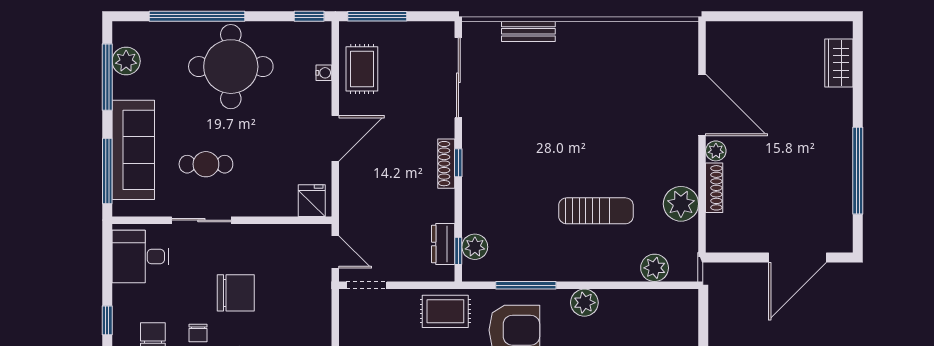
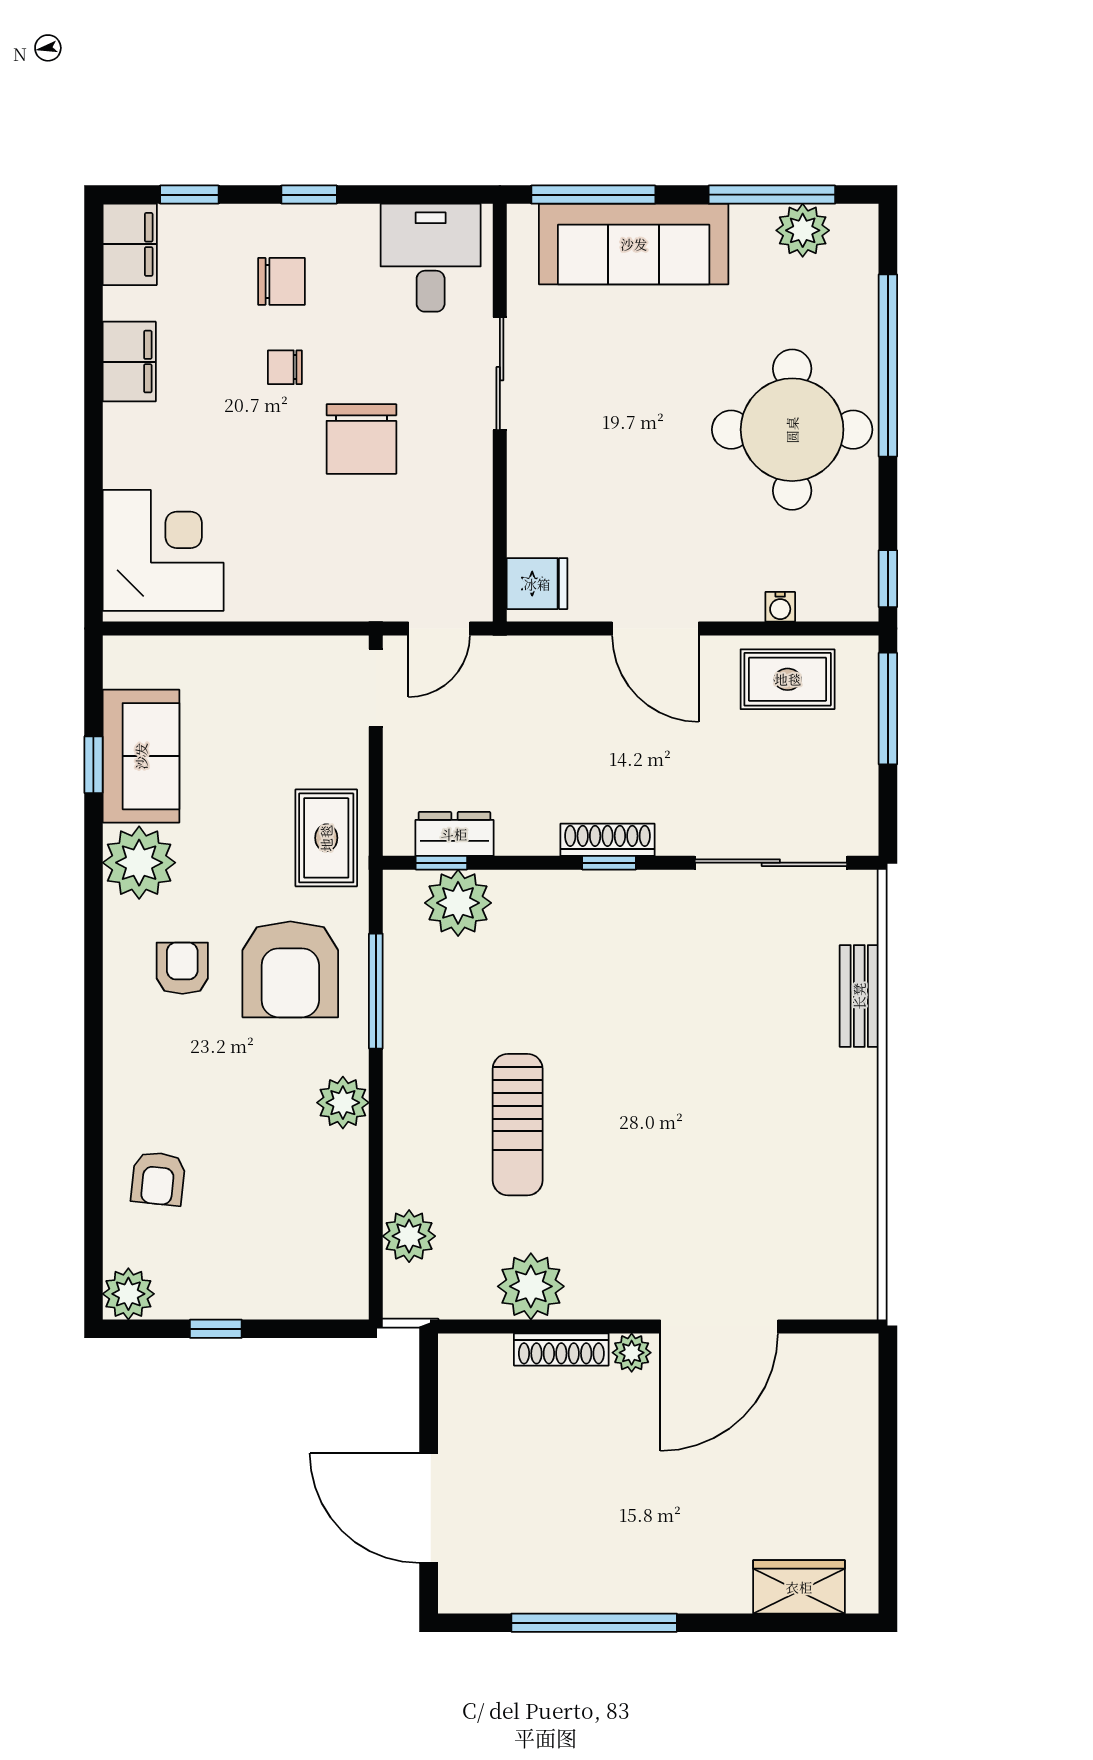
cafe table: (206, 164) -> (606, 382), removed
plant: (475, 247) -> (458, 903), width x1.36, depth x1.36

